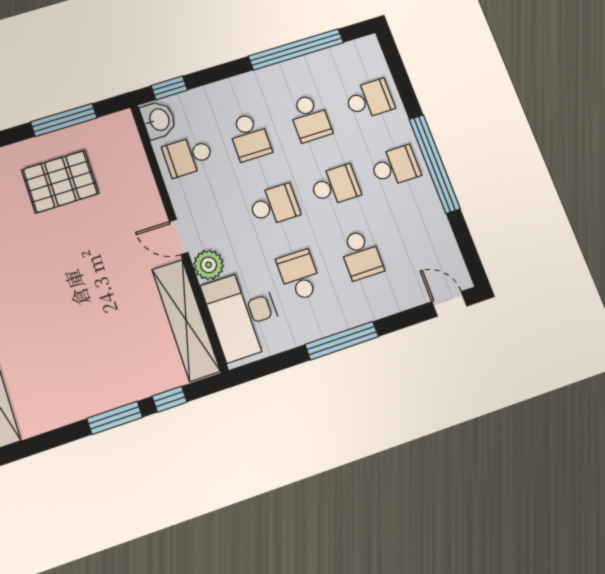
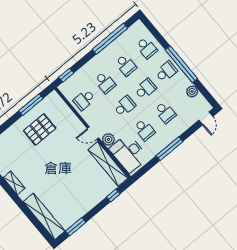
school desk: (369, 99) -> (147, 48), turned 90
washbasin: (159, 120) -> (67, 90), removed
plant: (438, 232) -> (192, 91), added
school desk: (299, 275) -> (144, 130), turned 180
door: (449, 304) -> (206, 118), swing flipped
window: (115, 418) -> (76, 227), moved

